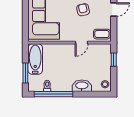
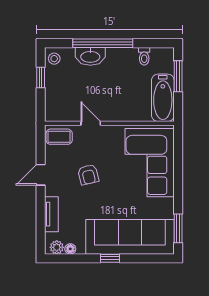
door: (82, 43) -> (91, 123), hinge flipped
window: (114, 60) -> (41, 77), moved
window: (53, 94) -> (103, 43), moved

